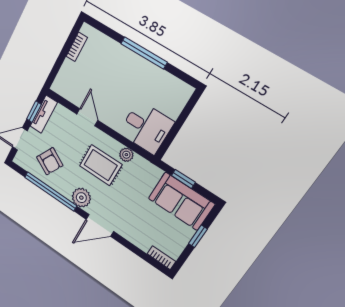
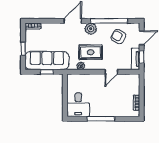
door: (87, 117) -> (111, 72), hinge flipped
desk: (146, 127) -> (78, 105), moved, turned -90
sofa: (181, 201) -> (47, 61), width x1.36

